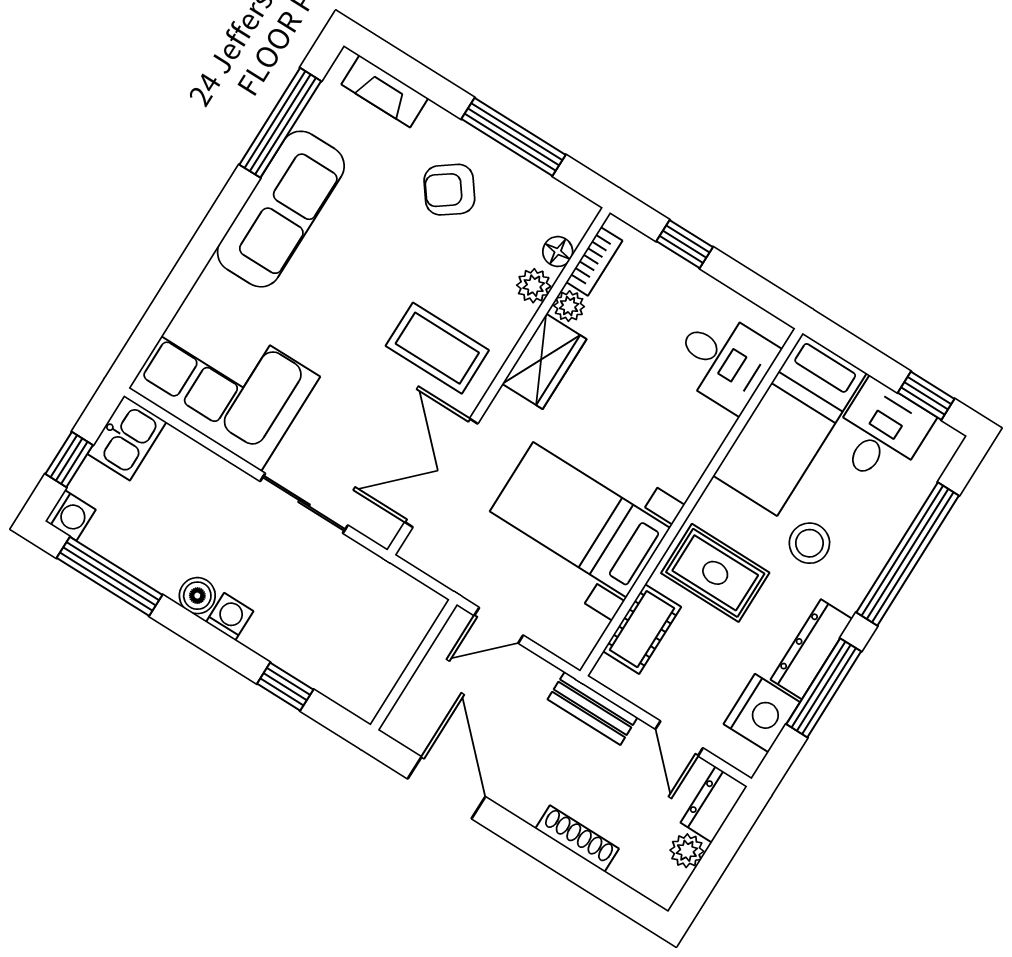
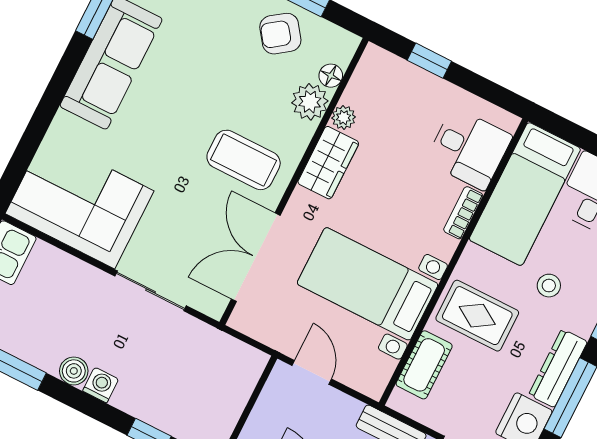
armchair: (449, 190) -> (280, 34), moved
bookcase: (594, 261) -> (463, 213), moved, turned 180
plant: (534, 286) -> (310, 102), width x1.38, depth x1.38
stool: (809, 543) -> (549, 286), width x0.73, depth x0.73
door: (499, 625) -> (312, 372), swing flipped

